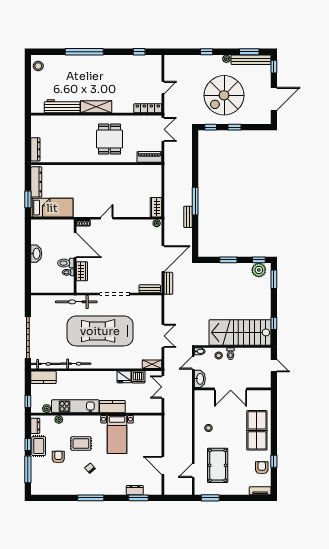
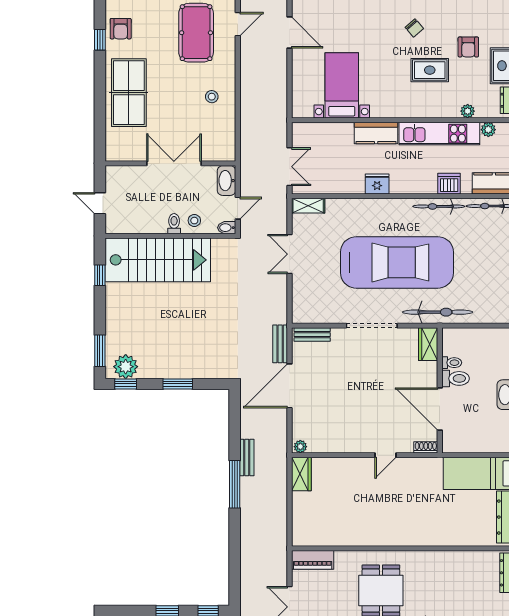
wardrobe: (82, 271) -> (428, 344), moved
fridge: (124, 377) -> (377, 184), moved
dishwasher: (138, 377) -> (449, 184), moved
bed with nightstands: (117, 435) -> (342, 85), moved

